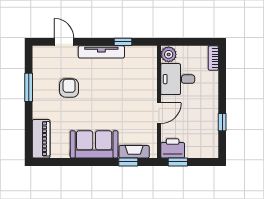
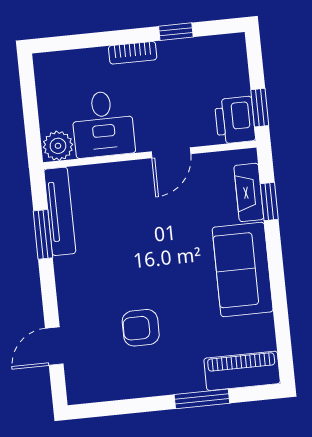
window: (123, 42) -> (43, 234), width x1.50
tv unit: (101, 52) -> (60, 211), moved
bookcase: (213, 58) -> (133, 53), moved
window: (29, 87) -> (202, 399), moved
door: (159, 113) -> (171, 153), swing flipped

